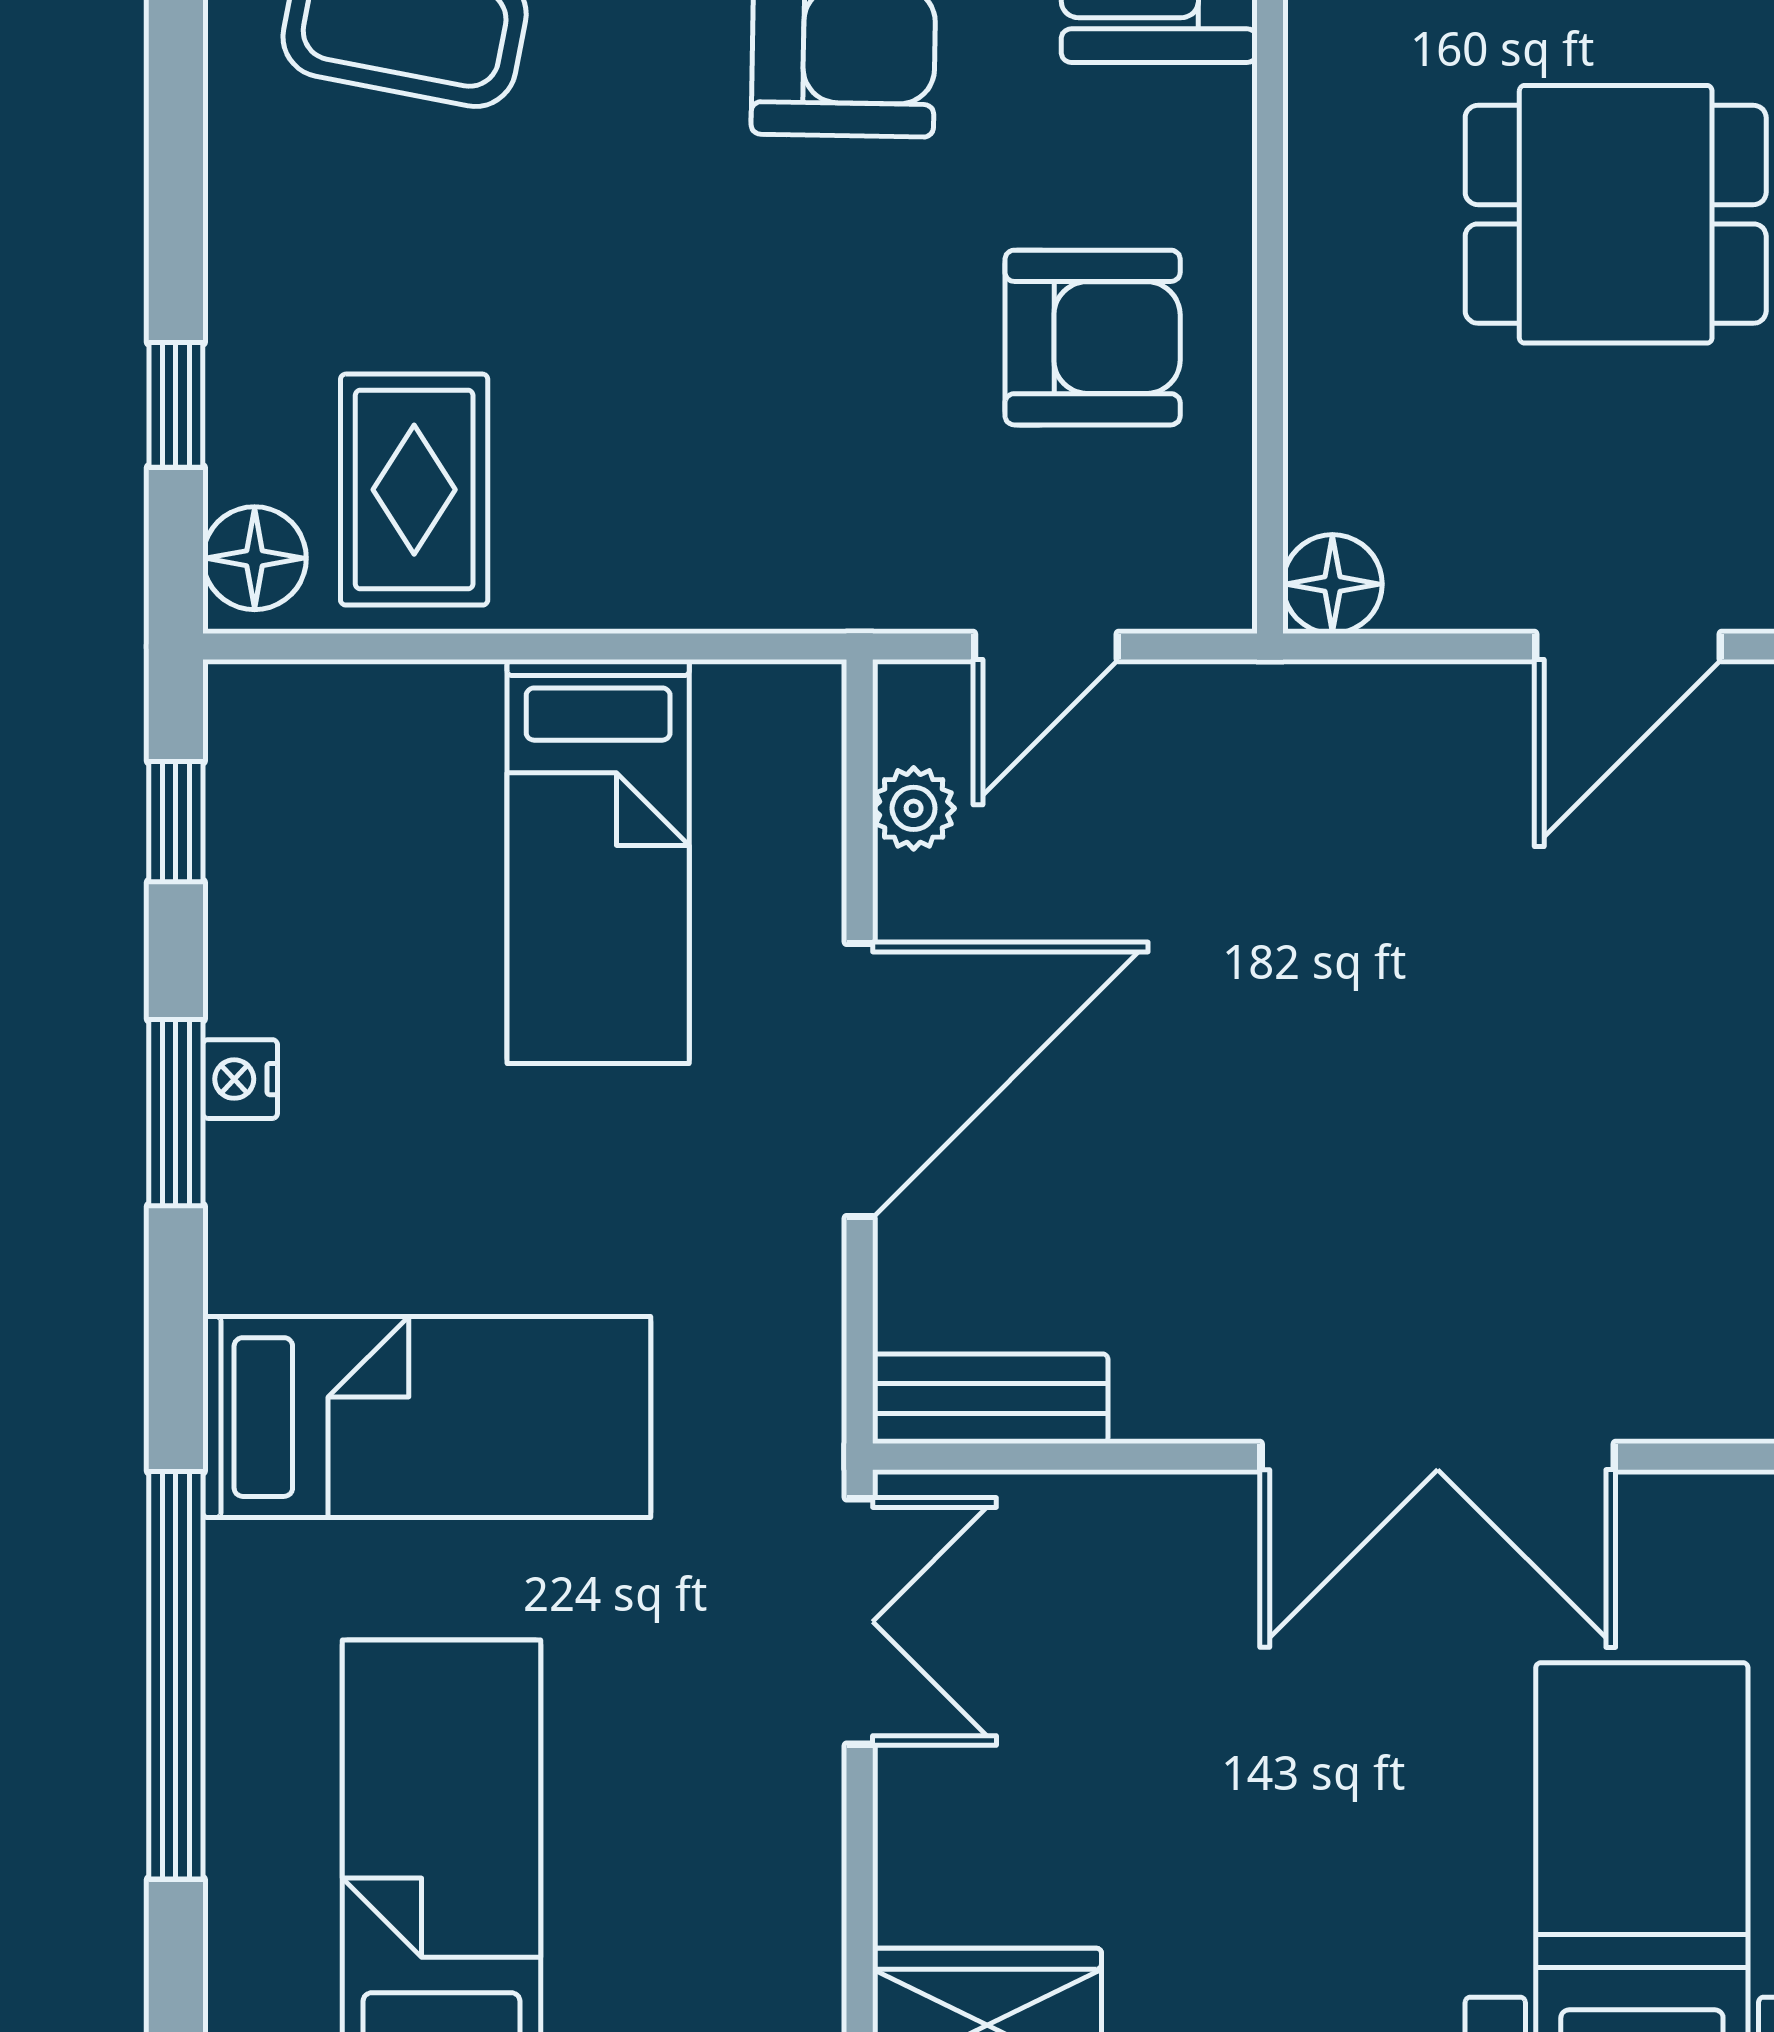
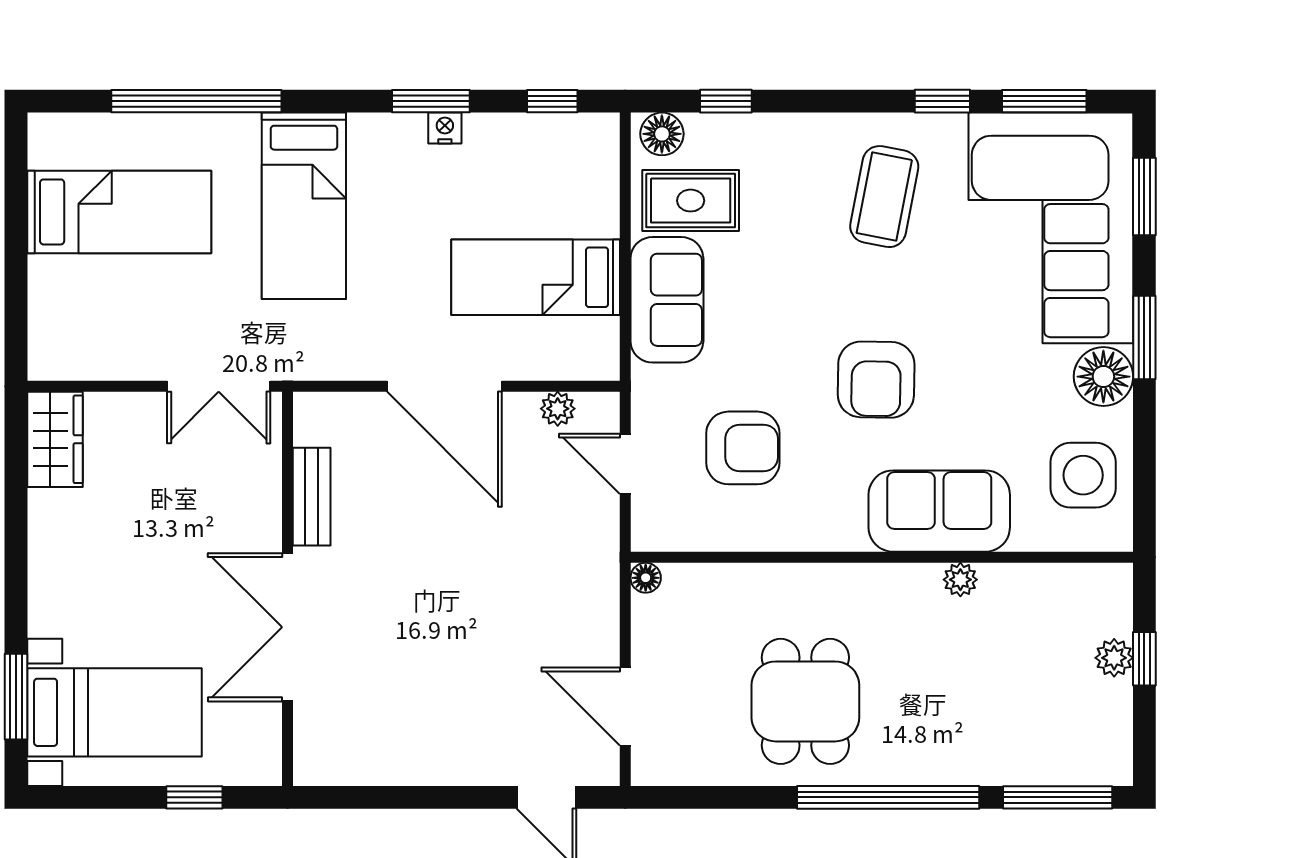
armchair: (1093, 338) -> (743, 448), moved, turned -90
sofa: (652, 546) -> (667, 300), added
floor lamp: (1332, 584) -> (646, 578), width x0.73, depth x0.73
bench: (990, 1399) -> (312, 497), moved

